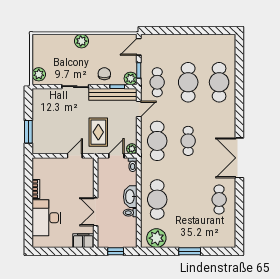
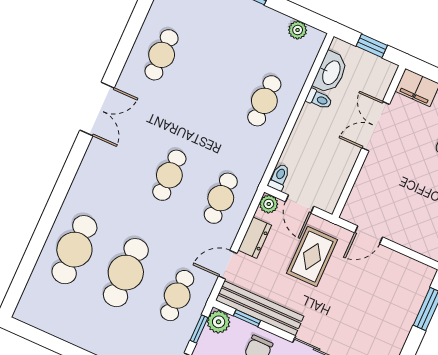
dresser: (131, 129) -> (255, 238), added
cafe table: (157, 141) -> (221, 198), width x0.73, depth x0.74
door: (116, 156) -> (300, 204), hinge flipped
double door: (239, 158) -> (97, 109), width x0.73
washbasin: (130, 197) -> (331, 72), moved
cafe table: (157, 200) -> (264, 101), width x0.73, depth x0.74
double door: (96, 212) -> (376, 126), swing flipped
plant: (156, 238) -> (298, 30), width x0.53, depth x0.53

